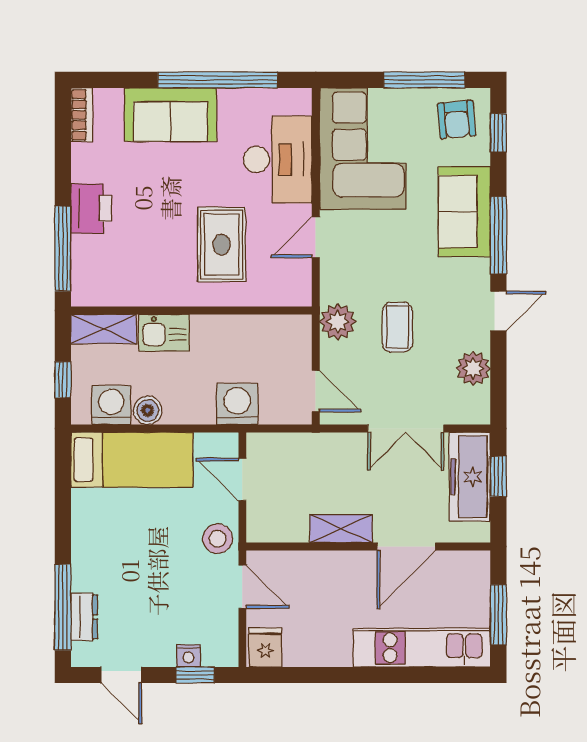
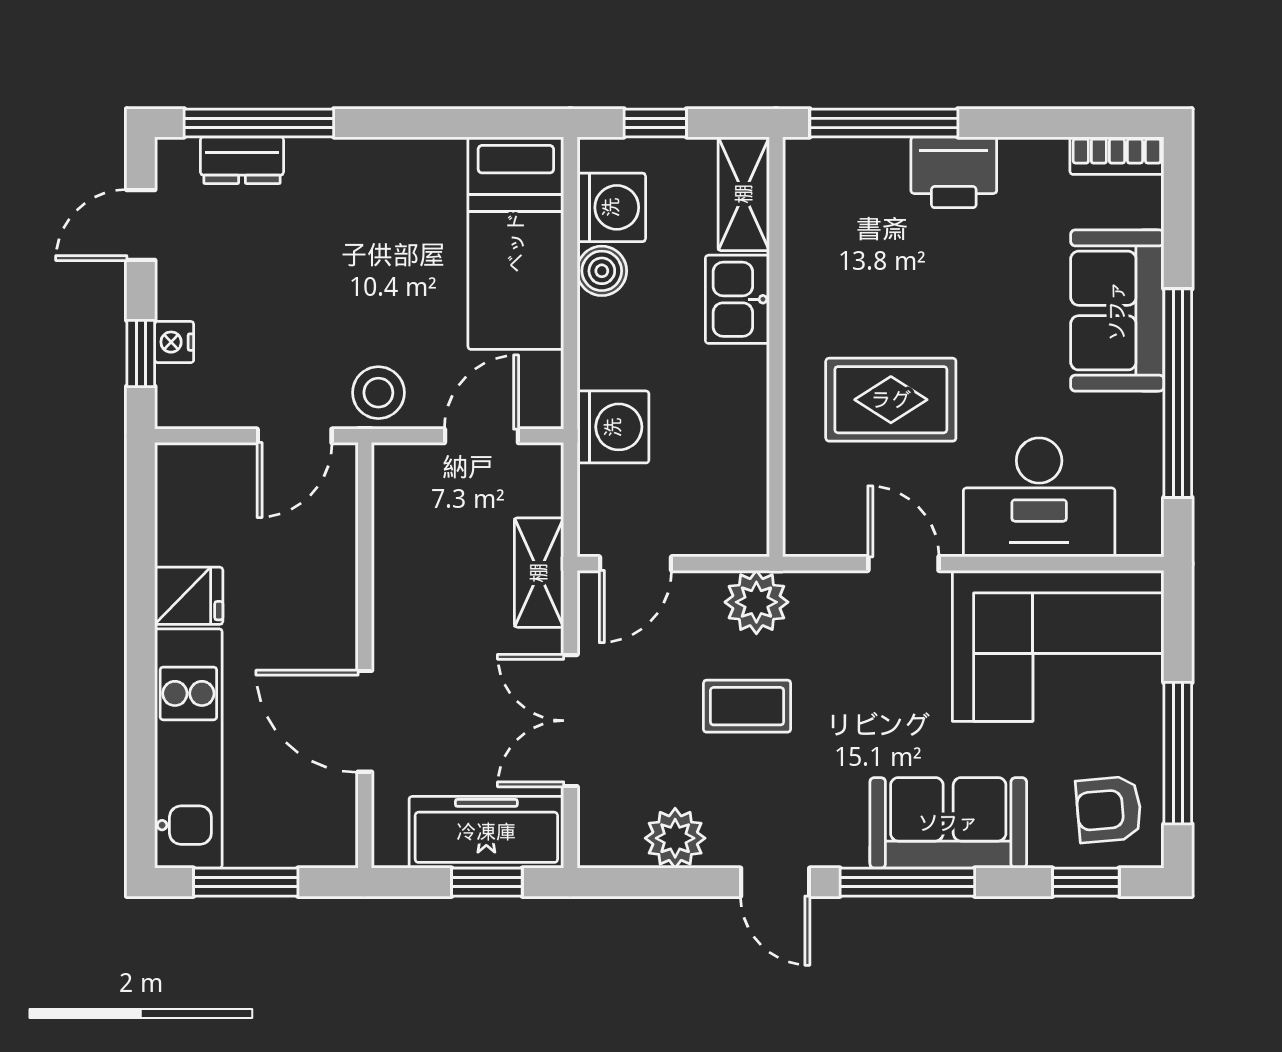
shelving: (341, 529) -> (539, 573), moved
fridge: (265, 647) -> (189, 596), moved

